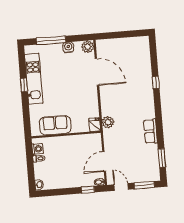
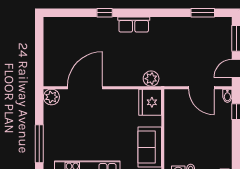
water cooler: (68, 47) -> (50, 122), removed
fridge: (95, 125) -> (150, 102), width x1.88, depth x1.34
row of seats: (151, 131) -> (134, 25), moved

